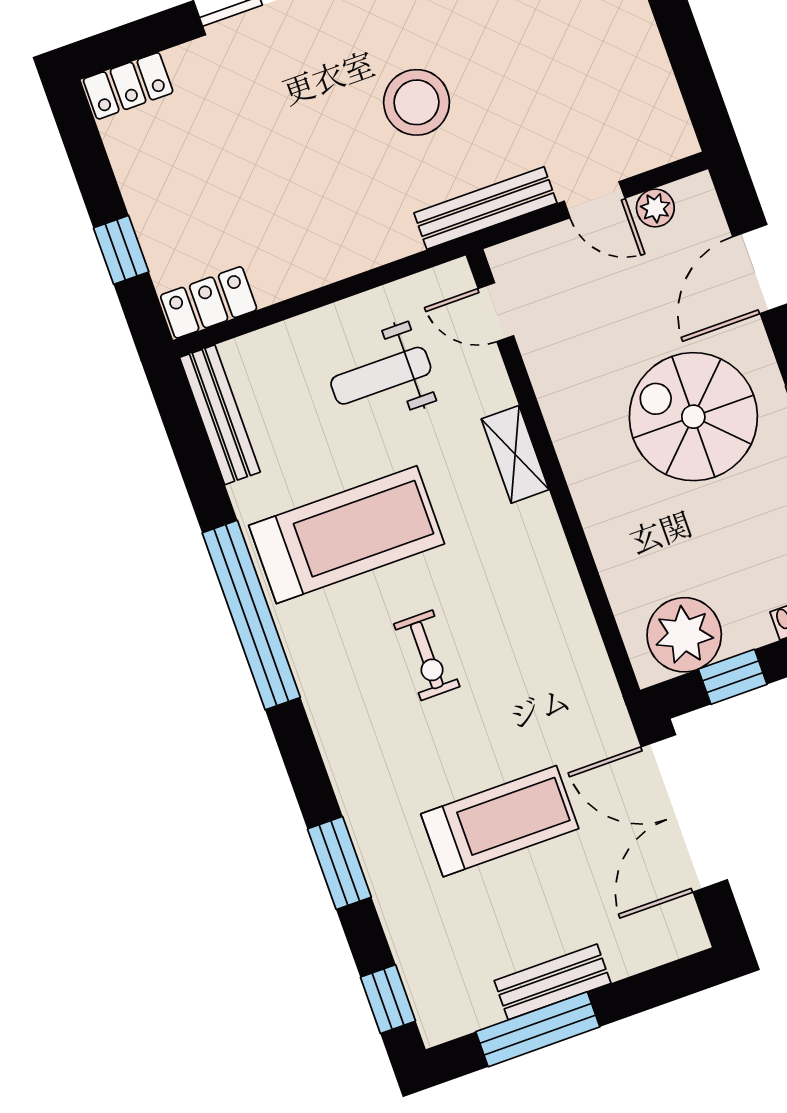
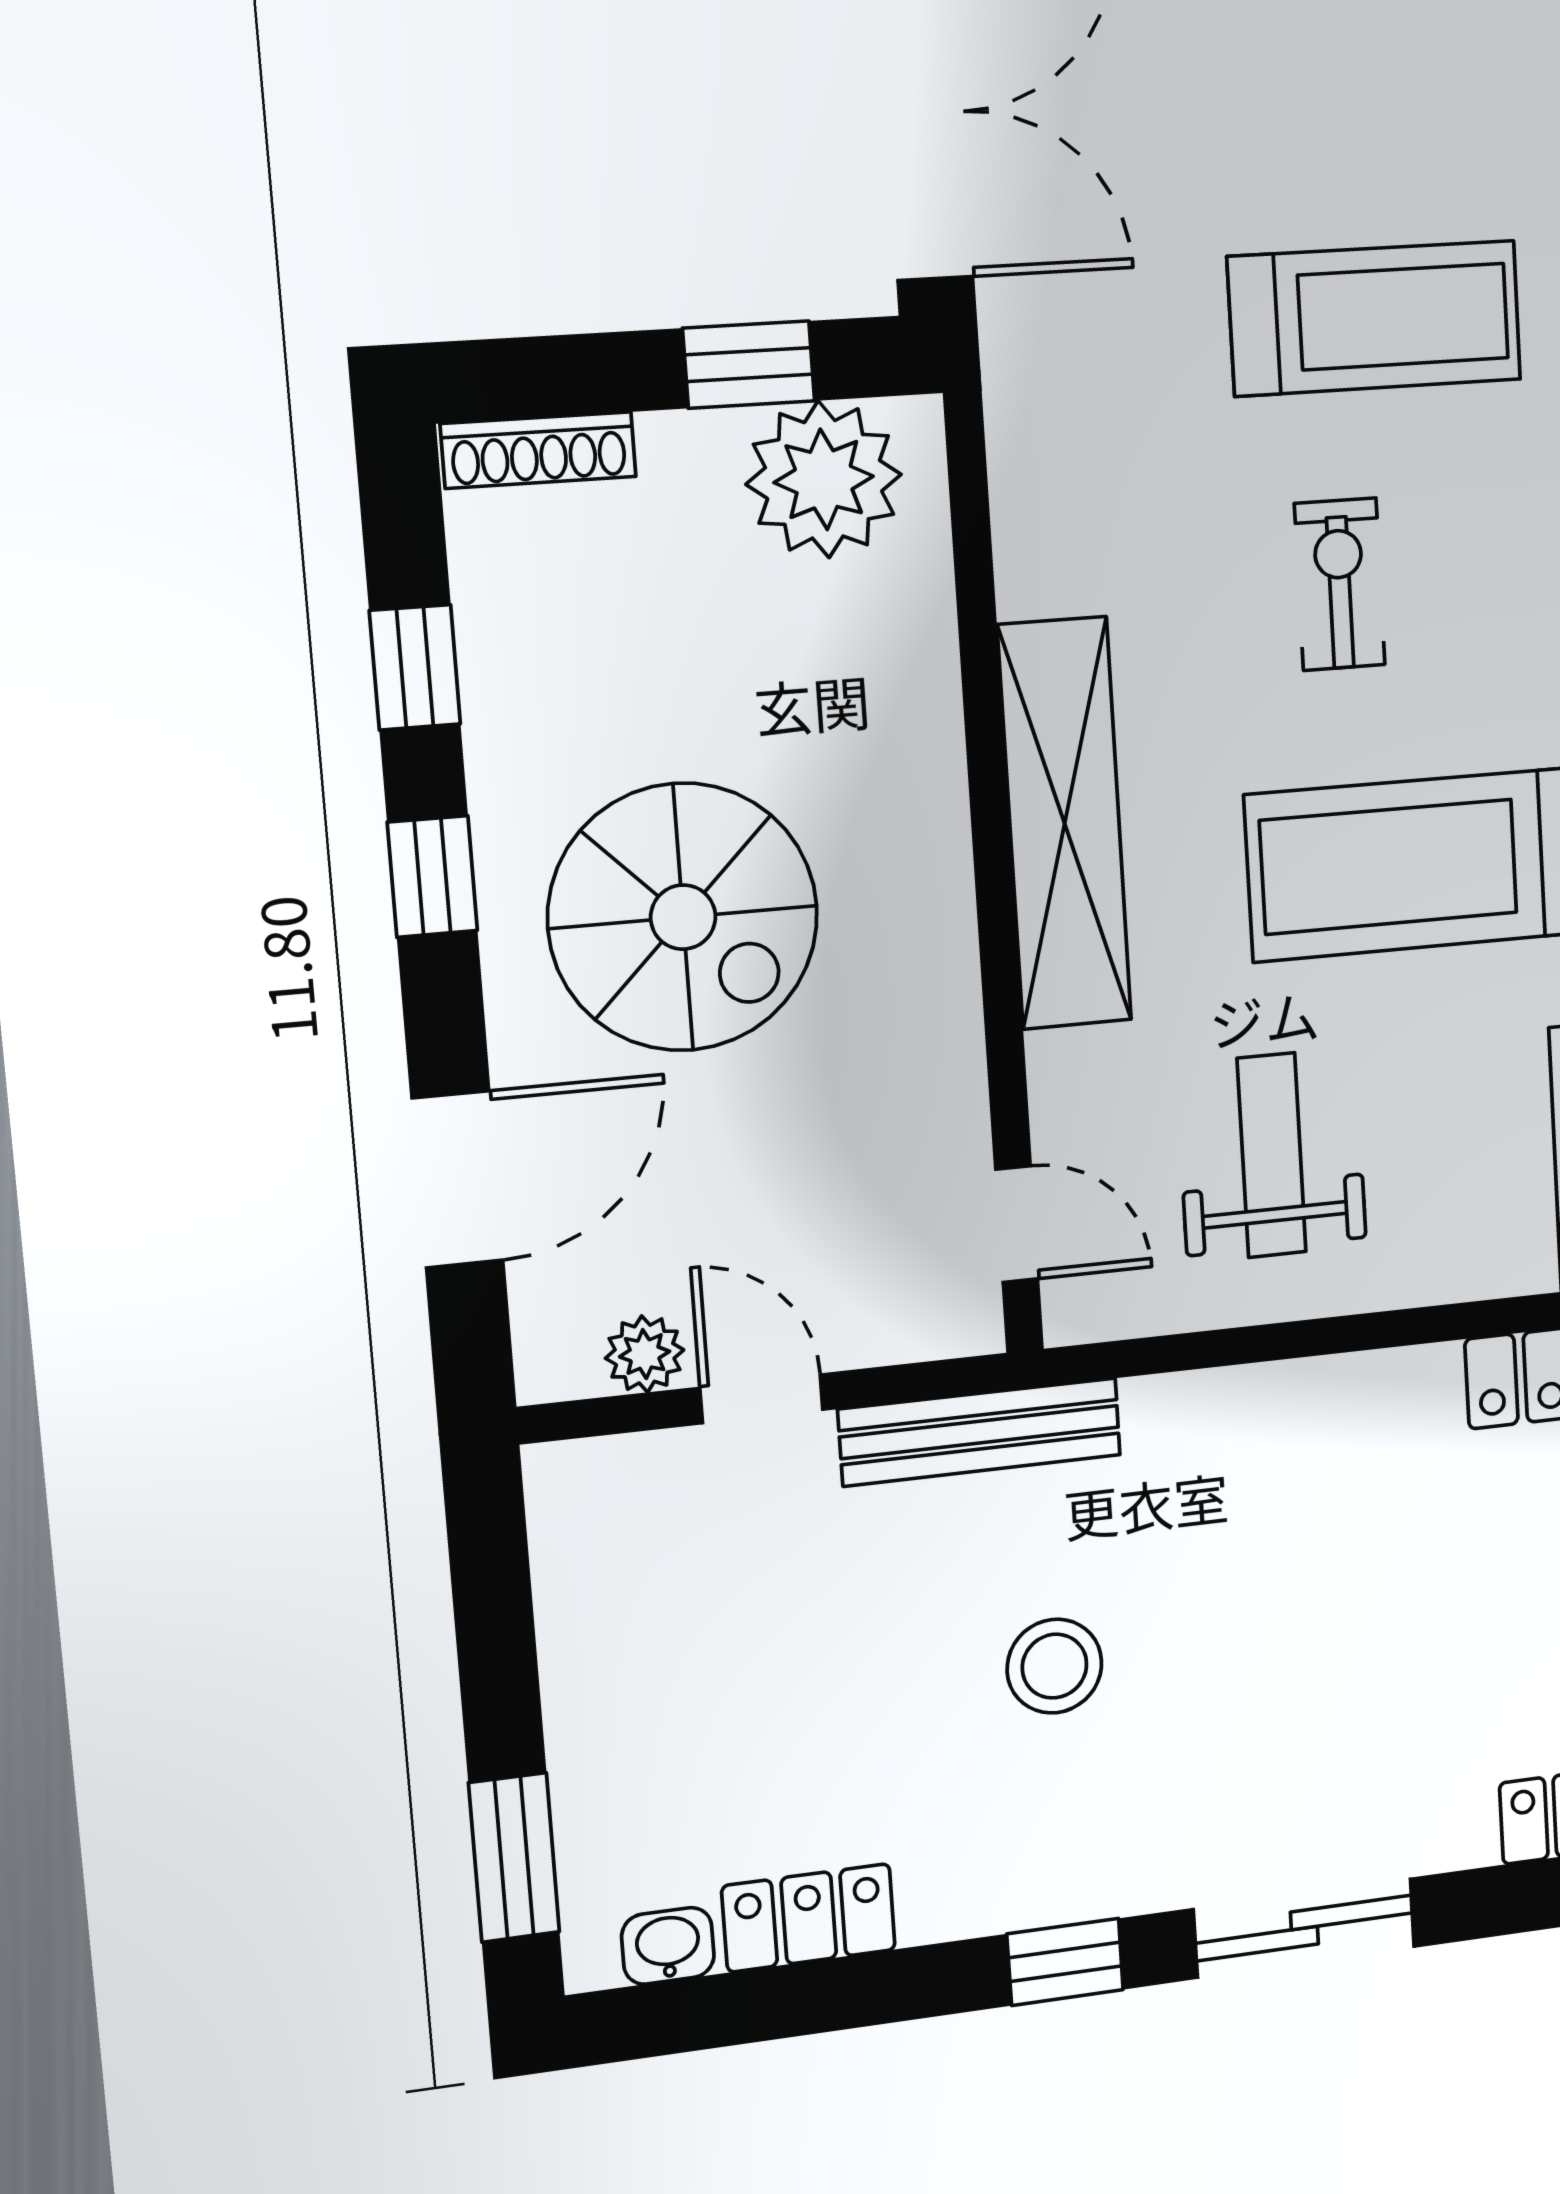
stool: (417, 102) -> (1054, 1666), width x0.73, depth x0.73
weight bench: (381, 376) -> (1272, 1155), turned -90
shelving: (515, 454) -> (1065, 824), width x2.20, depth x1.33
treadmill: (500, 821) -> (1375, 318), moved, turned 180

